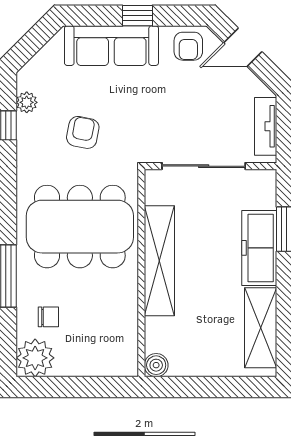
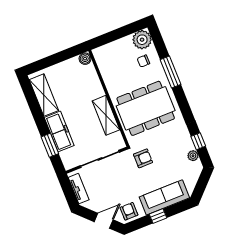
armchair: (83, 132) -> (143, 158), moved, turned -101
shelving: (159, 261) -> (106, 115), width x0.68

